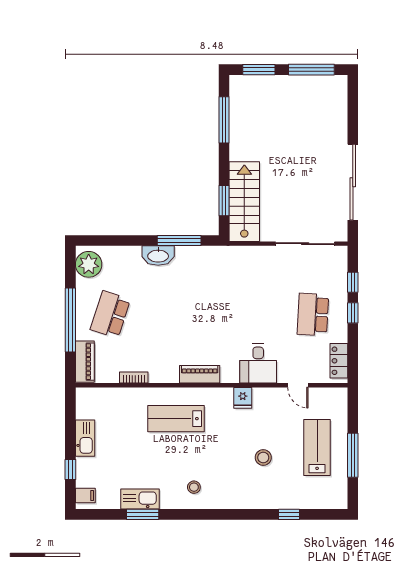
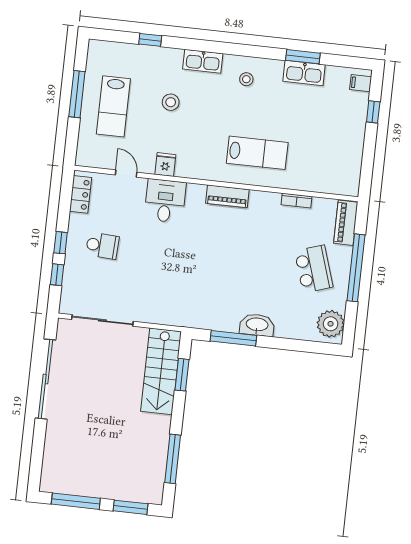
school desk: (110, 314) -> (314, 269), turned -36
school desk: (313, 314) -> (102, 246), width x0.54
fridge: (243, 398) -> (165, 165), moved
kitchen sink: (85, 438) -> (203, 61), moved, turned -90

